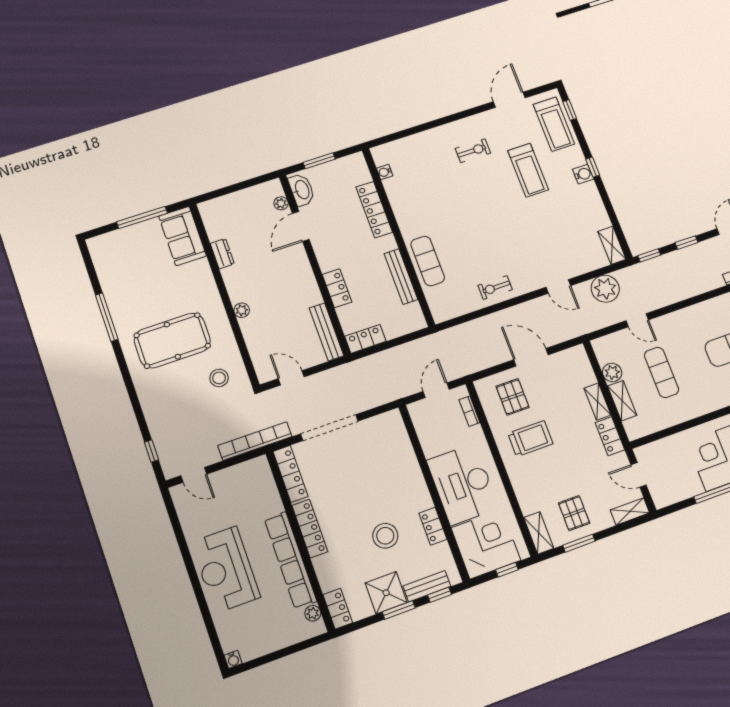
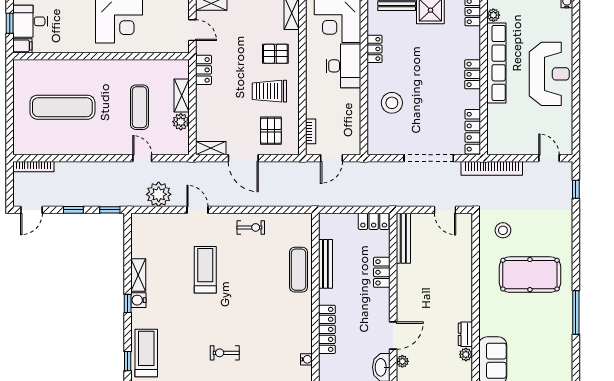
treadmill: (528, 170) -> (205, 270), moved
shelving: (612, 245) -> (138, 275), moved
plant: (242, 310) -> (466, 354), moved
shelving: (598, 402) -> (211, 148), moved, turned 90
desk: (463, 484) -> (343, 66), width x0.73, depth x0.77
pallet: (574, 513) -> (275, 54), moved, turned 90
locker: (310, 529) -> (473, 74), width x0.66
stool: (385, 536) -> (392, 103), moved

